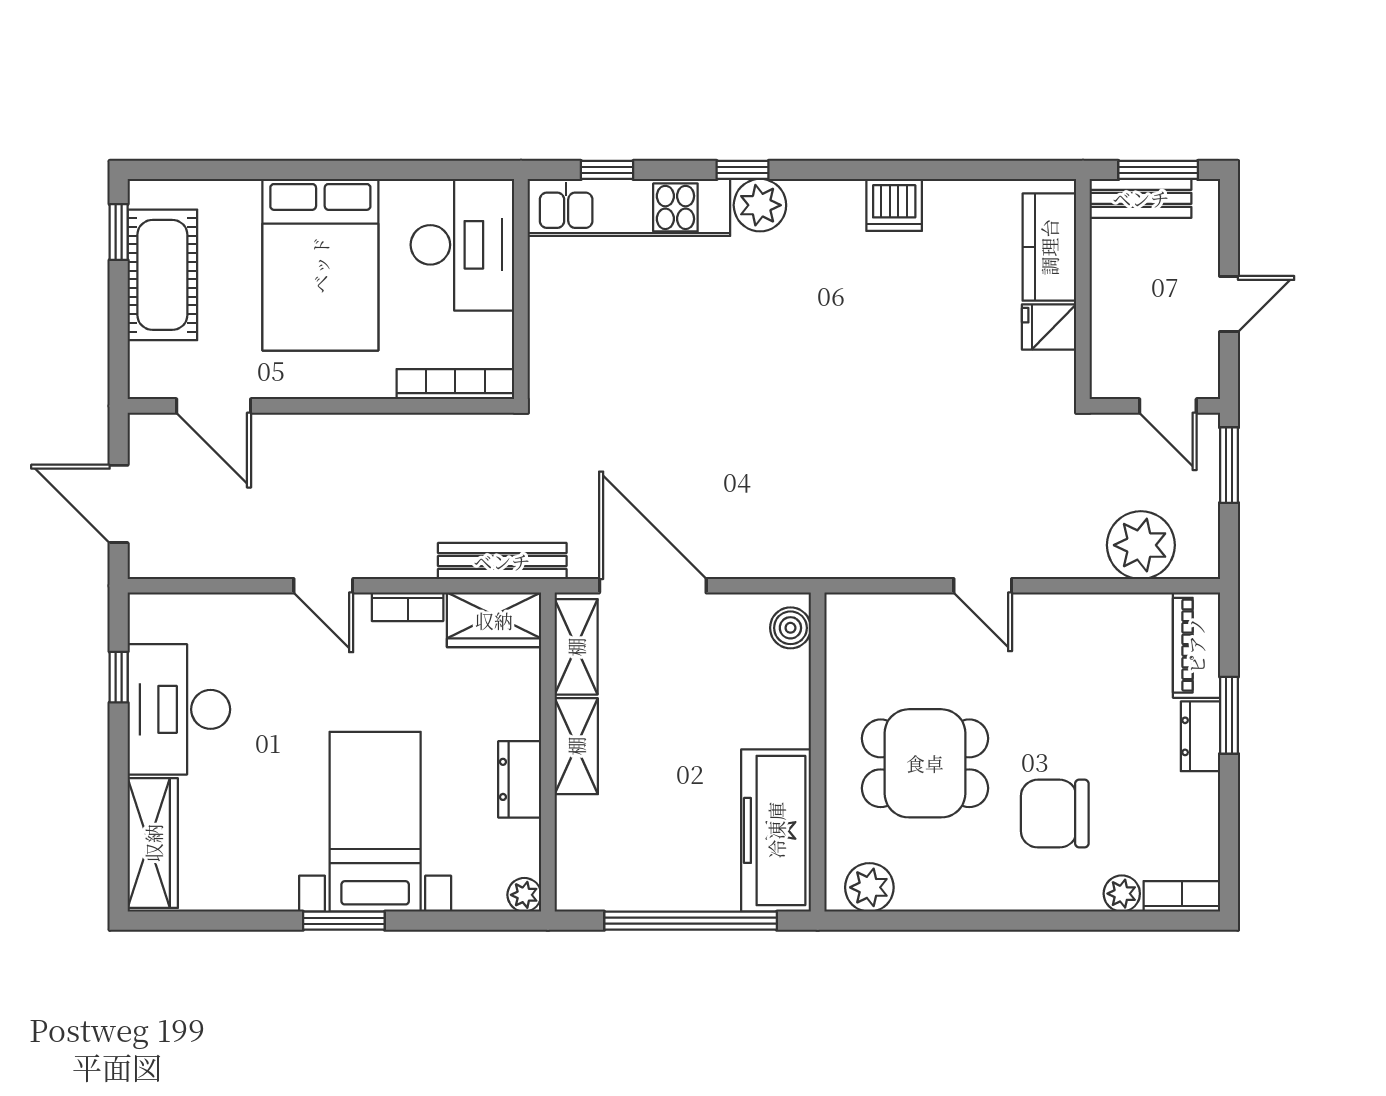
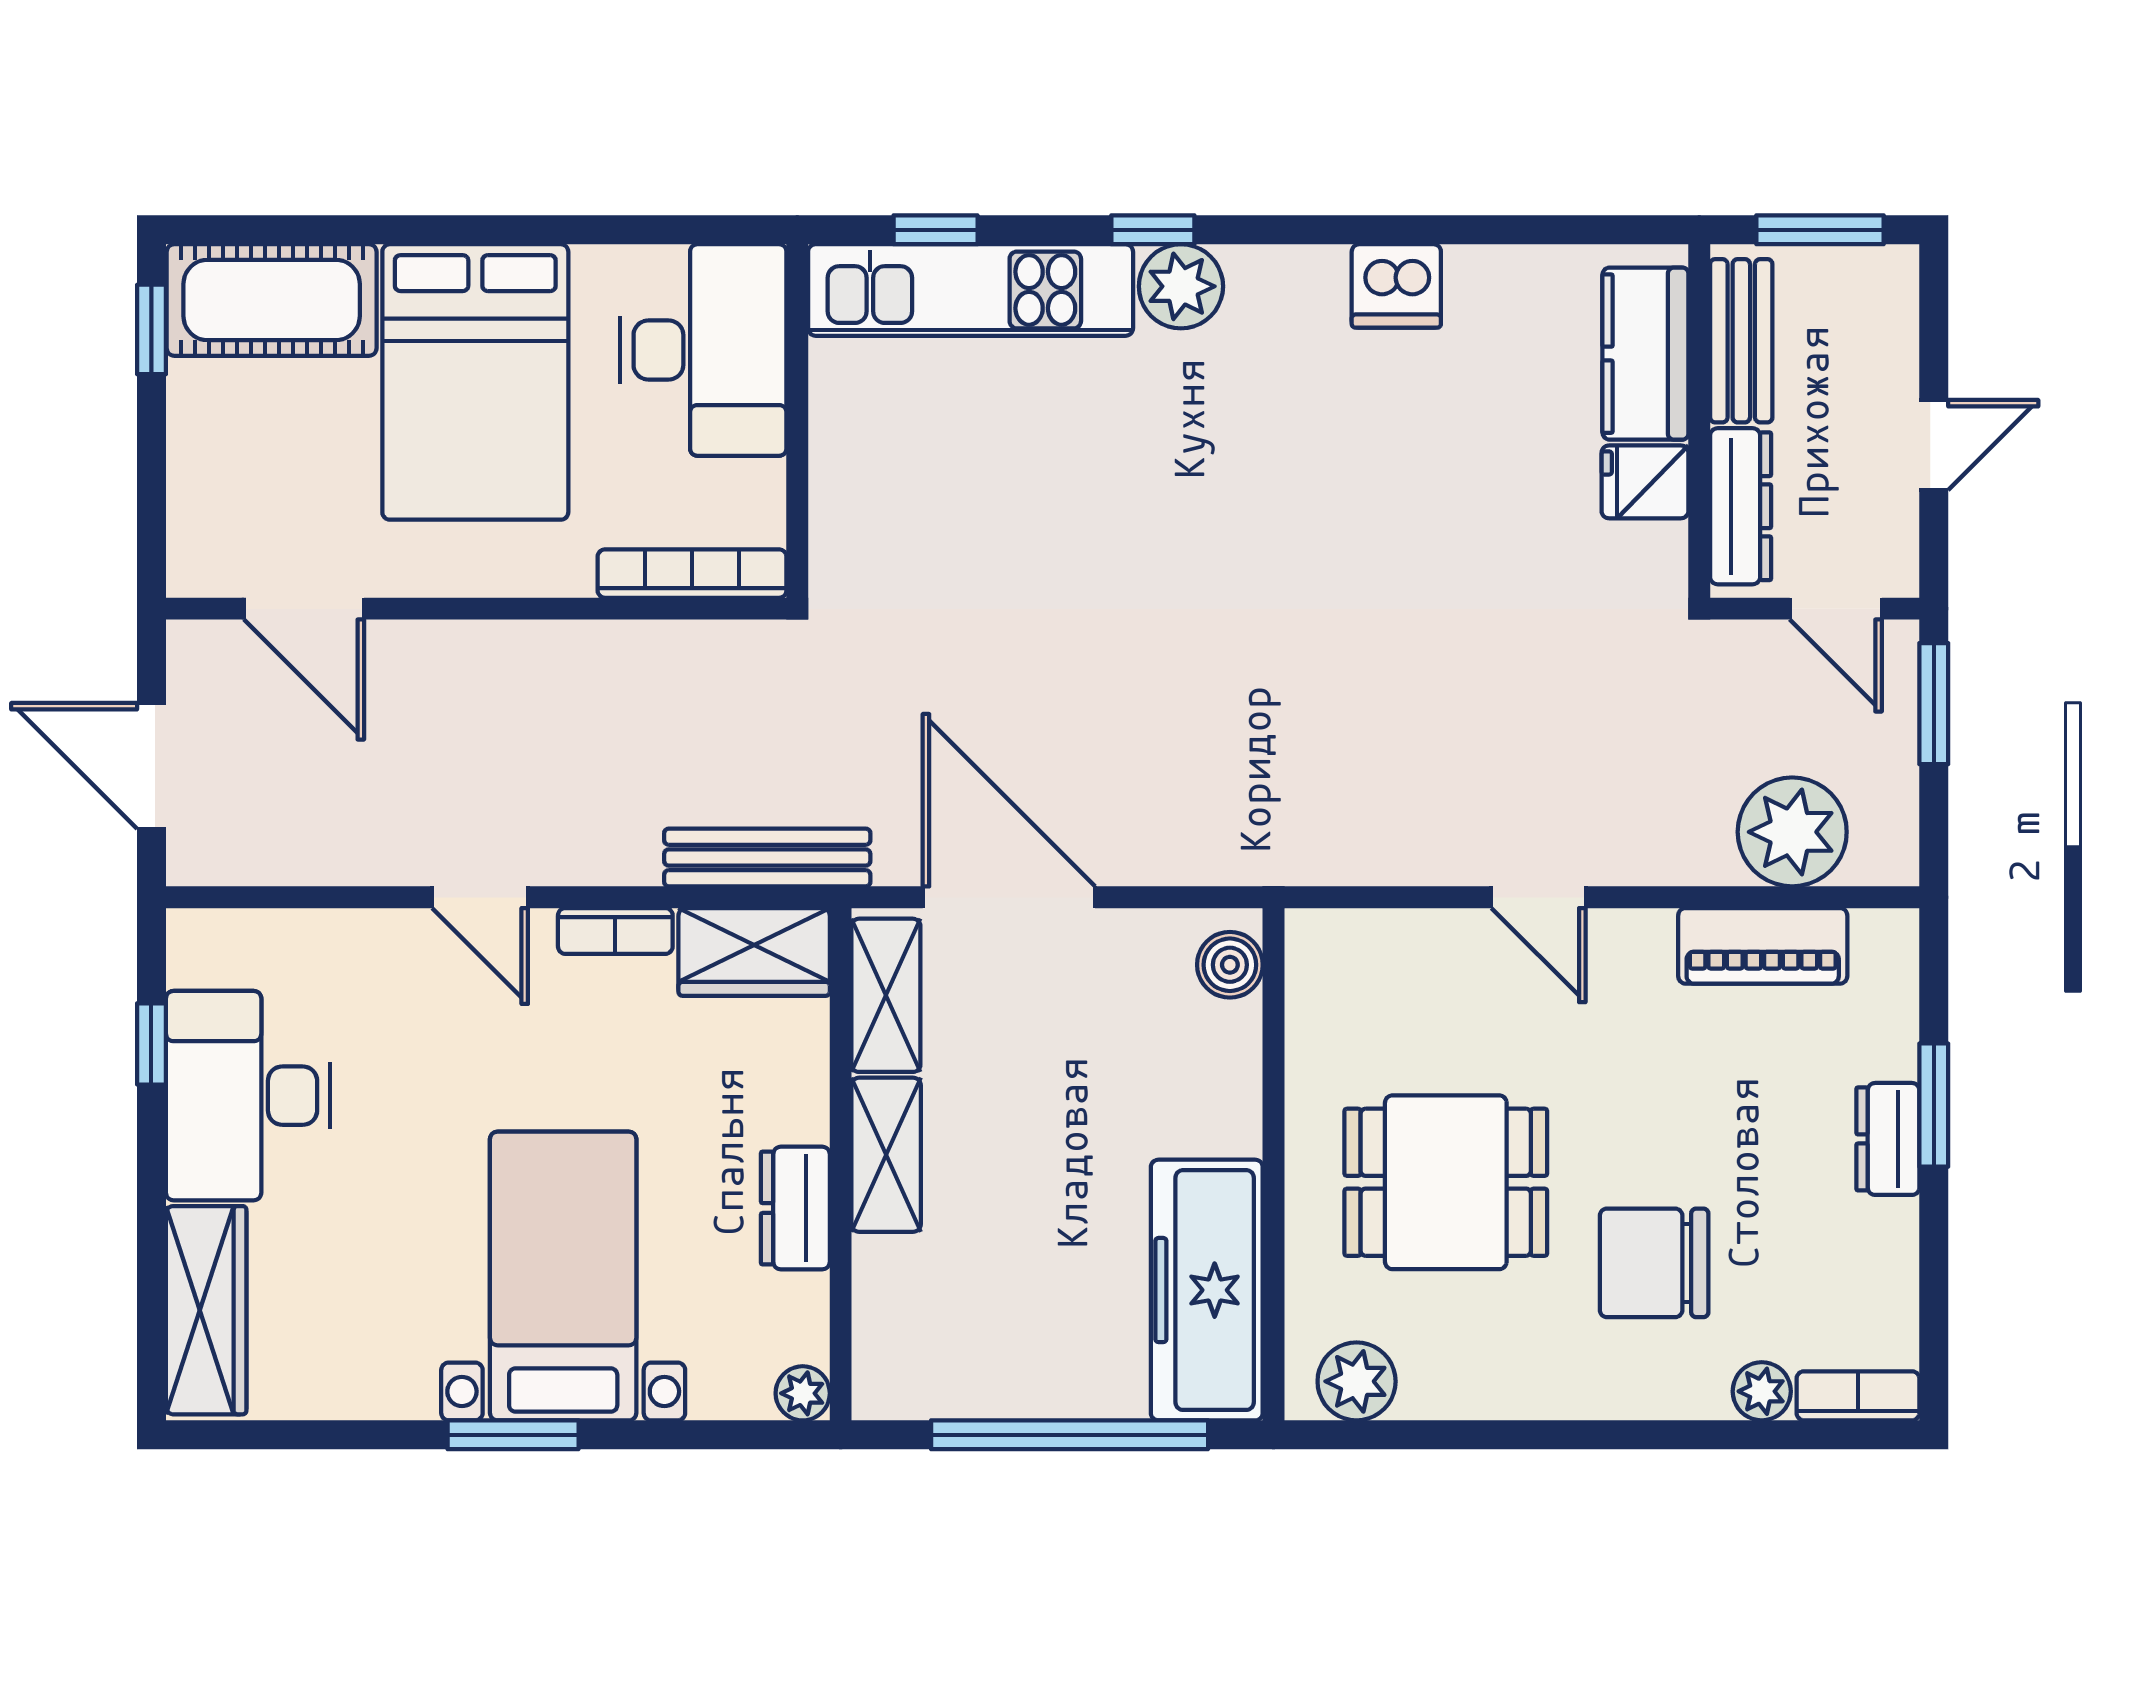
bench: (1141, 198) -> (1741, 341), moved, turned 90
cot: (162, 275) -> (272, 300), moved, turned 90
dresser: (1109, 342) -> (1741, 506), added
piano: (1196, 645) -> (1763, 946), moved, turned -90

